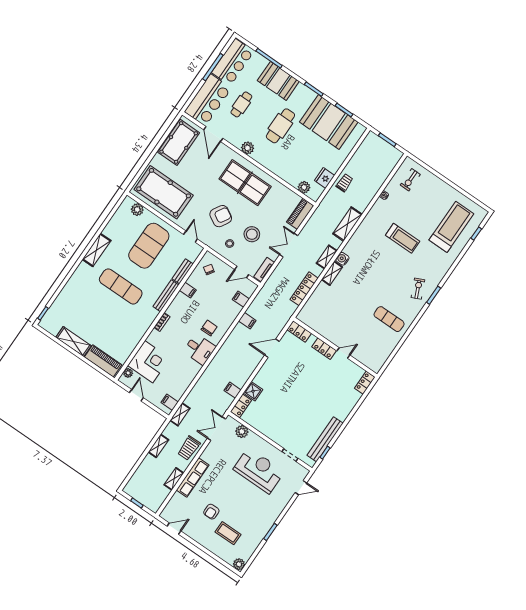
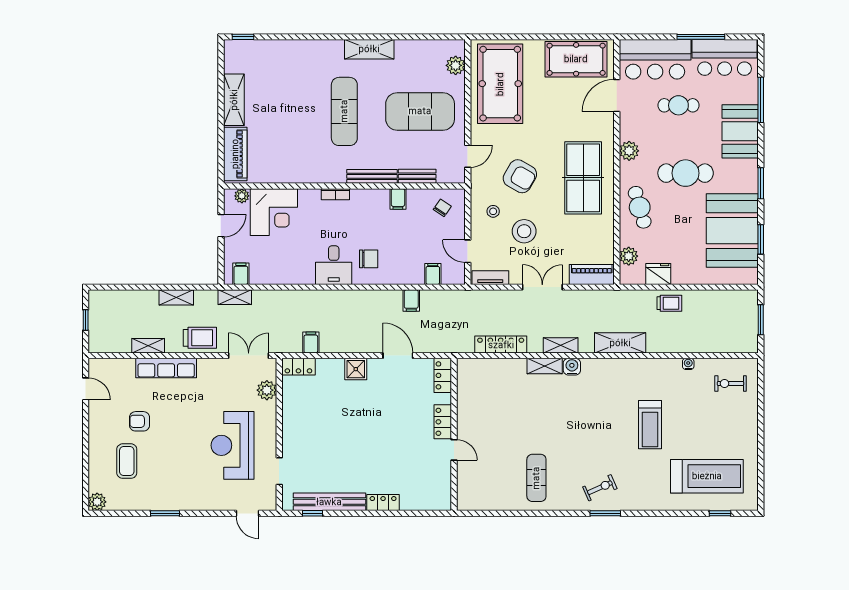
cafe table: (282, 163) -> (640, 207), added
locker: (365, 383) -> (383, 503), moved
shower: (253, 391) -> (356, 369), moved
trolley: (189, 448) -> (200, 338), turned 180
reception desk: (259, 471) -> (232, 445), turned 180

